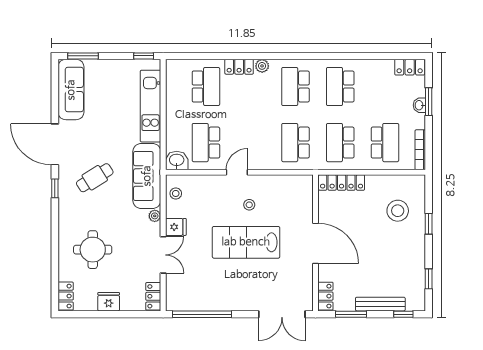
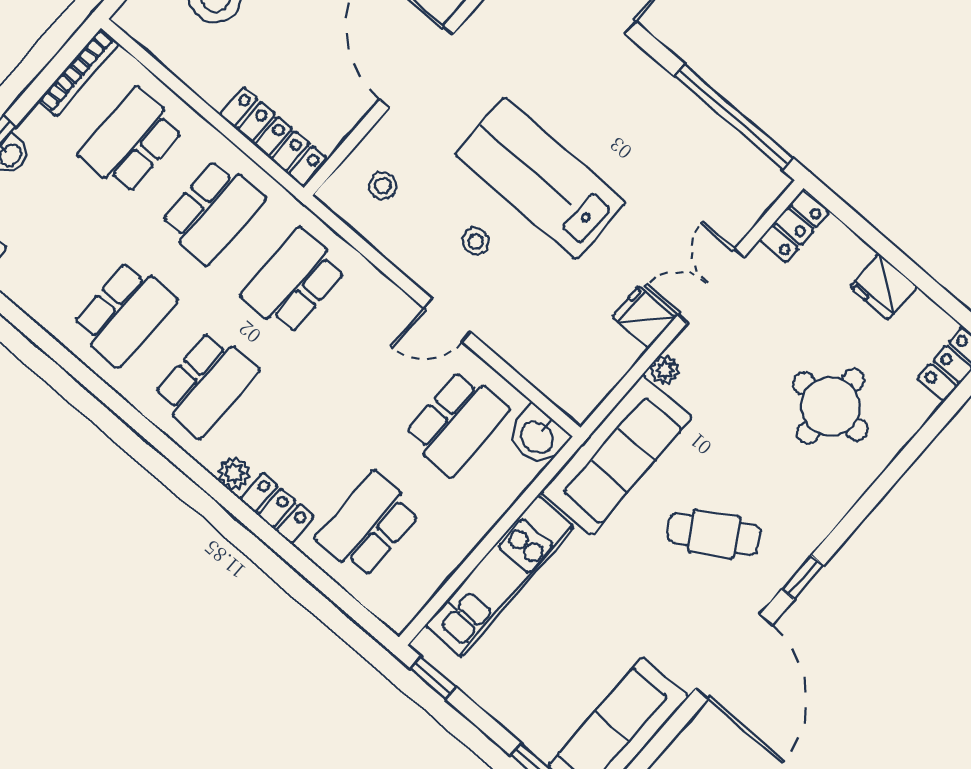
school desk: (295, 143) -> (294, 282), turned 180
stool: (176, 193) -> (383, 186), moved
lab bench: (246, 242) -> (541, 178), turned 180

